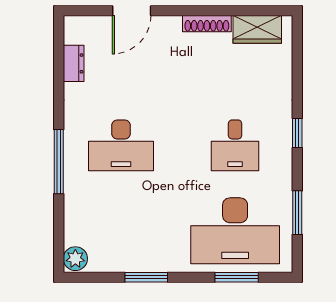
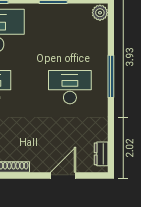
dresser: (74, 63) -> (101, 154), moved

